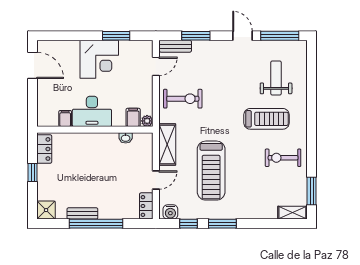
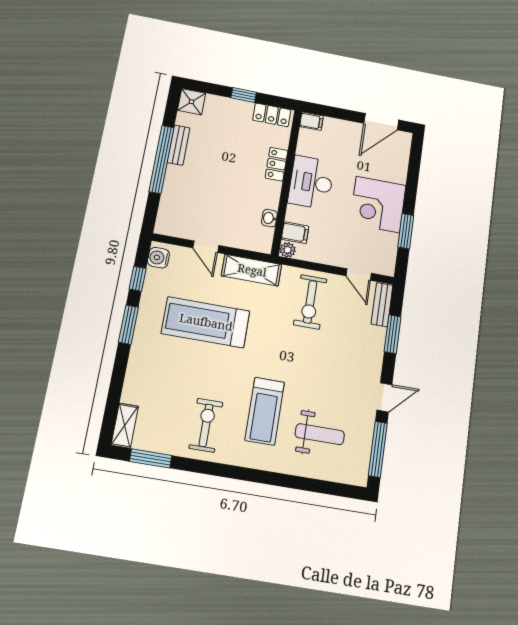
filing cabinet: (65, 118) -> (311, 121), moved
locker: (146, 206) -> (276, 164), moved, turned -90

